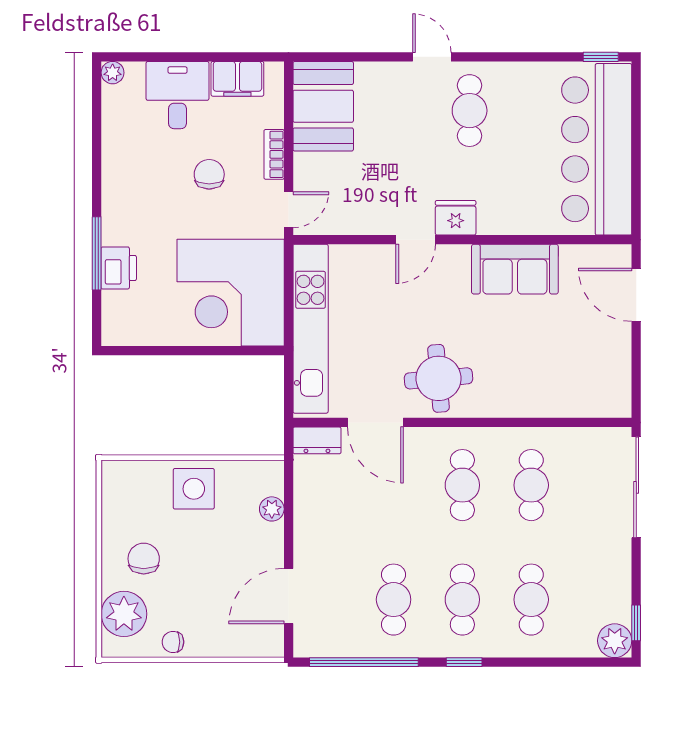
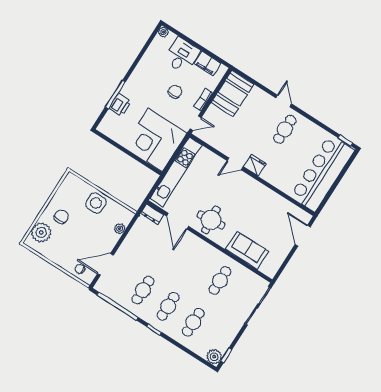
sofa: (515, 269) -> (247, 250), moved, turned 180
cafe table: (462, 485) -> (195, 264), removed
chair: (173, 642) -> (80, 269), moved

